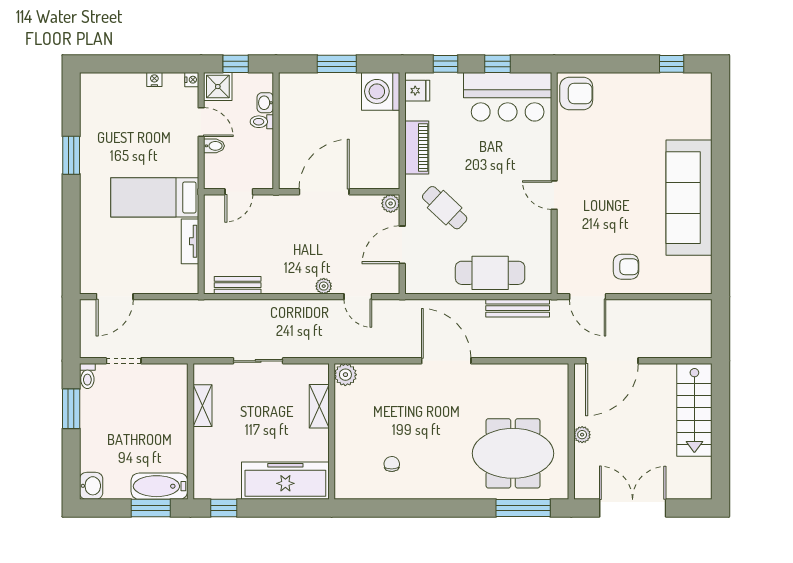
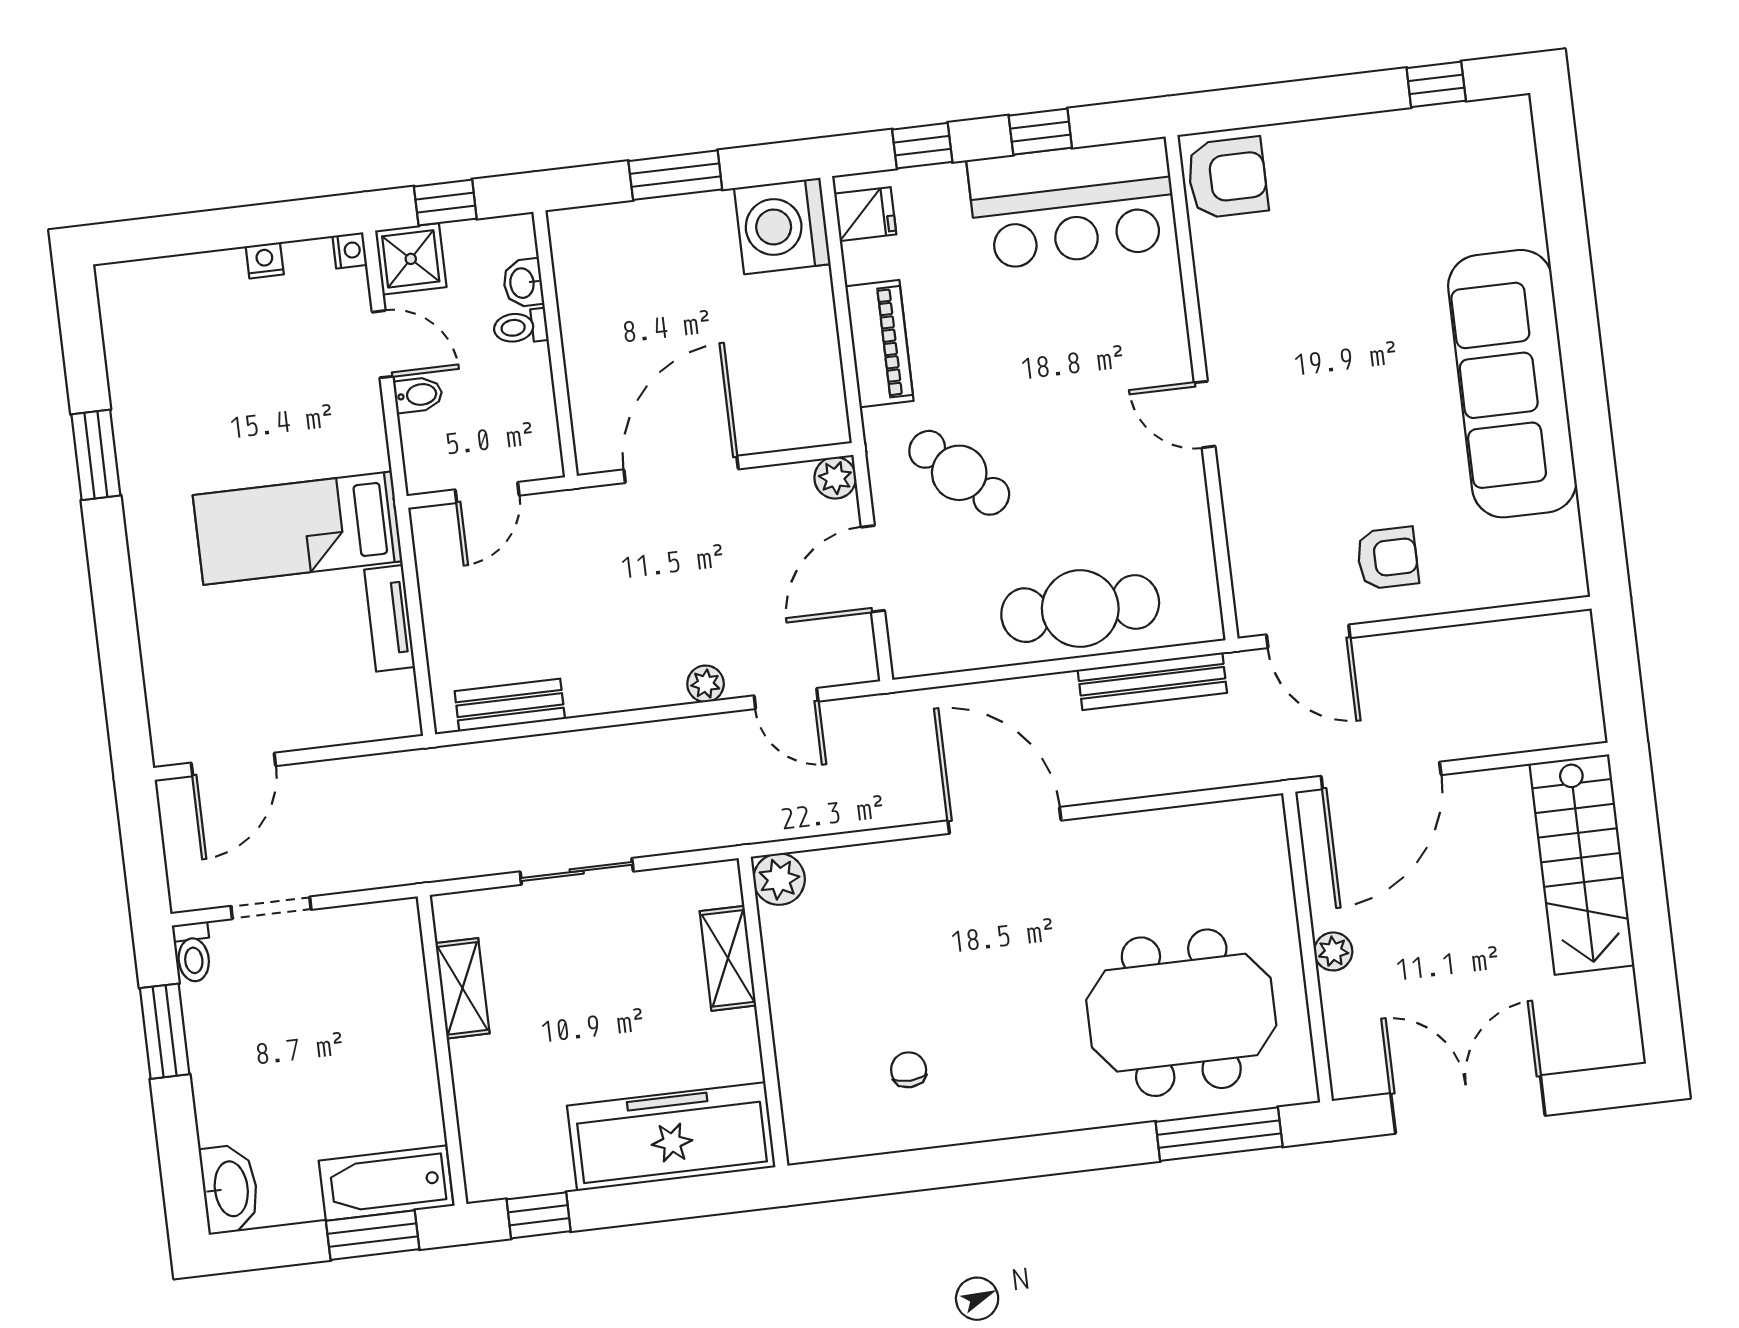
washbasin: (91, 486) -> (230, 1189), width x1.38

